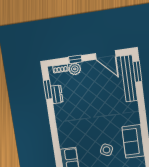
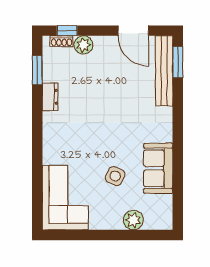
window: (75, 59) -> (67, 31), moved
dresser: (57, 94) -> (50, 97), moved

